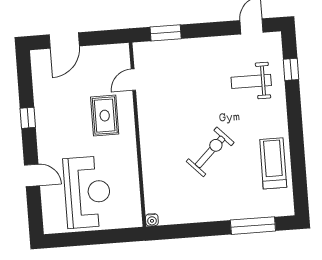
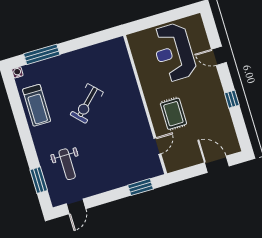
door: (64, 40) -> (217, 164), hinge flipped
window: (291, 69) -> (39, 180), width x1.50
weight bench: (251, 81) -> (67, 164), turned 90
water cooler: (152, 220) -> (17, 72), moved

